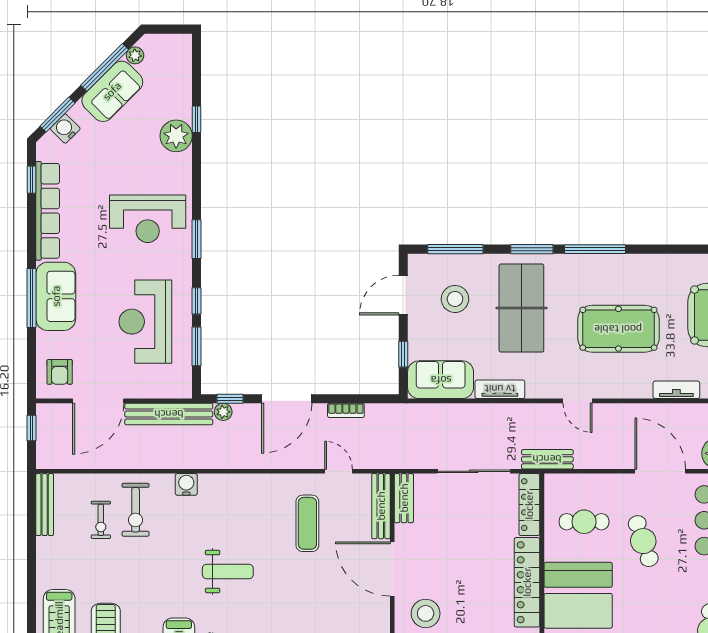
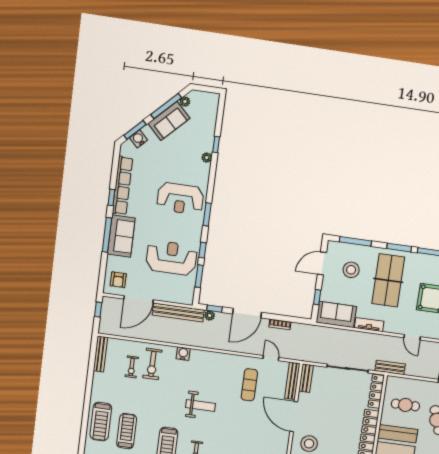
plant: (176, 136) -> (207, 158), width x0.53, depth x0.53
window: (32, 180) -> (111, 197), moved
reception desk: (145, 322) -> (171, 258), turned 90

